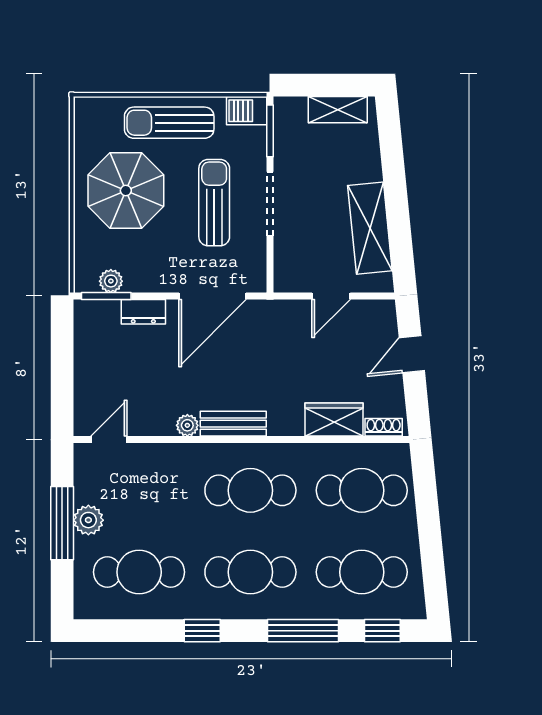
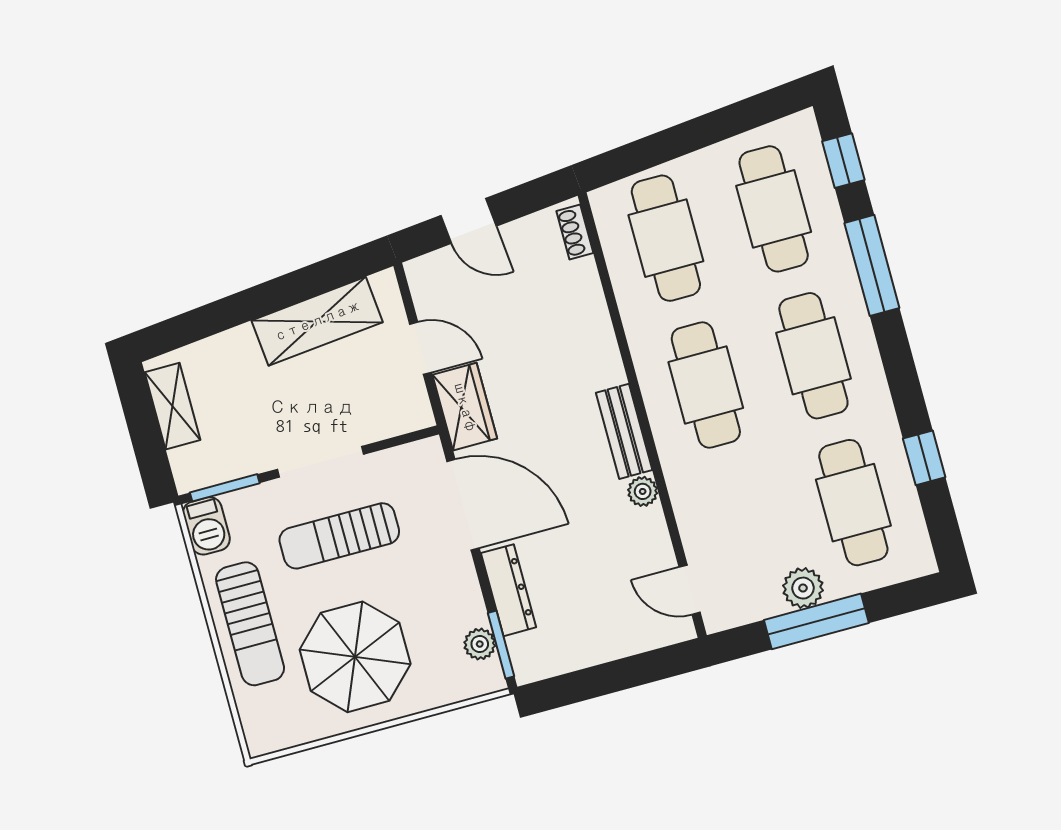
dresser: (143, 312) -> (509, 590), width x1.44
wardrobe: (334, 420) -> (465, 407), moved, turned 180
window: (202, 631) -> (924, 458), moved

